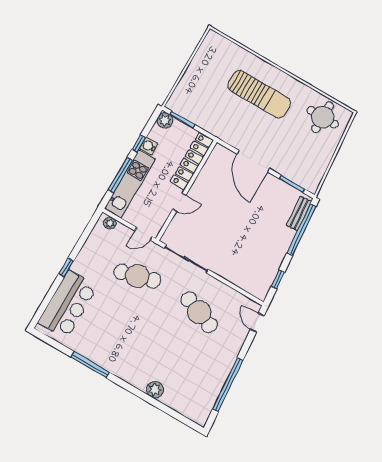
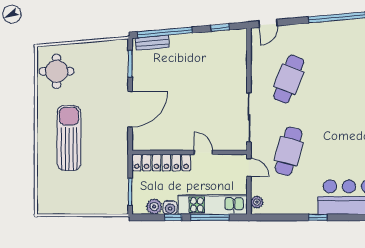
plant: (165, 120) -> (154, 207), moved
cafe table: (137, 276) -> (289, 151), turned 30

